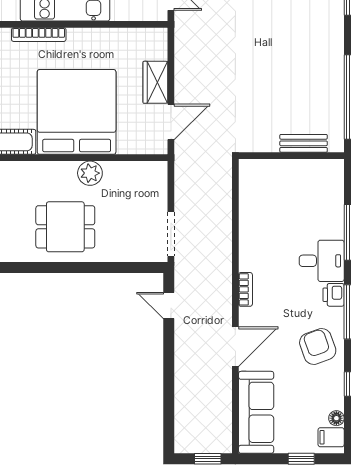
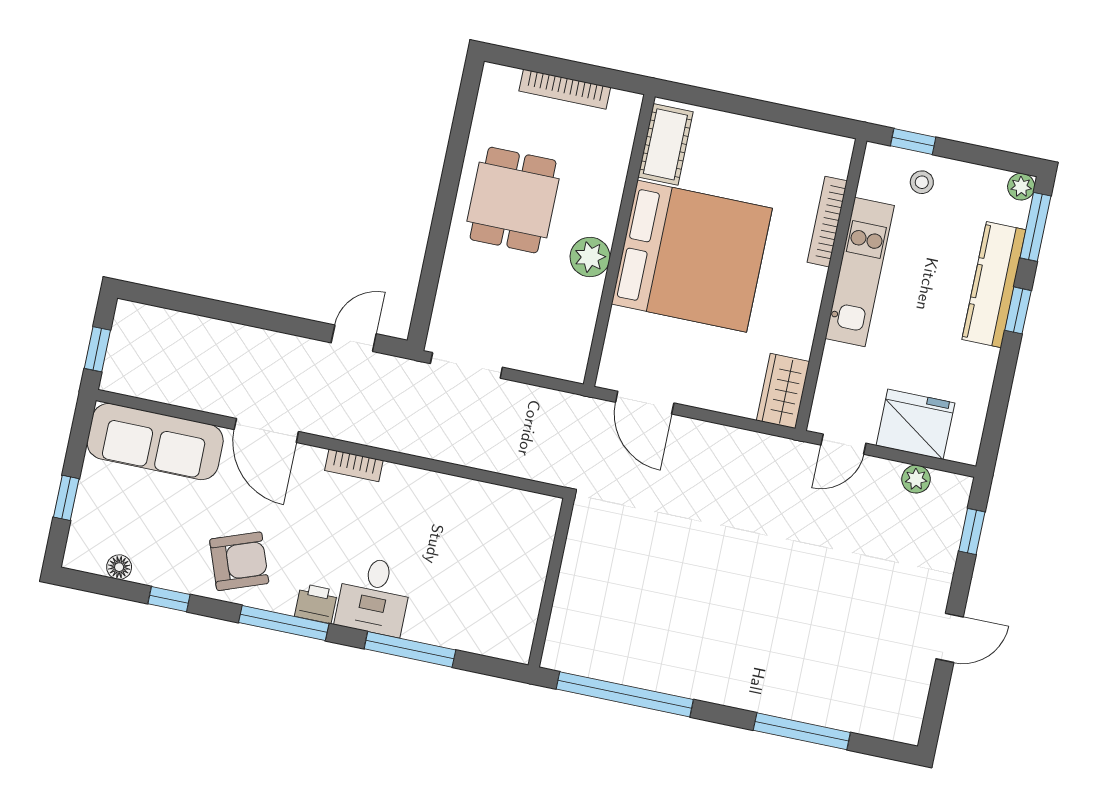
wardrobe: (155, 82) -> (783, 391), moved, turned -90
bench: (304, 143) -> (567, 606), removed
filing cabinet: (331, 437) -> (91, 552), removed

